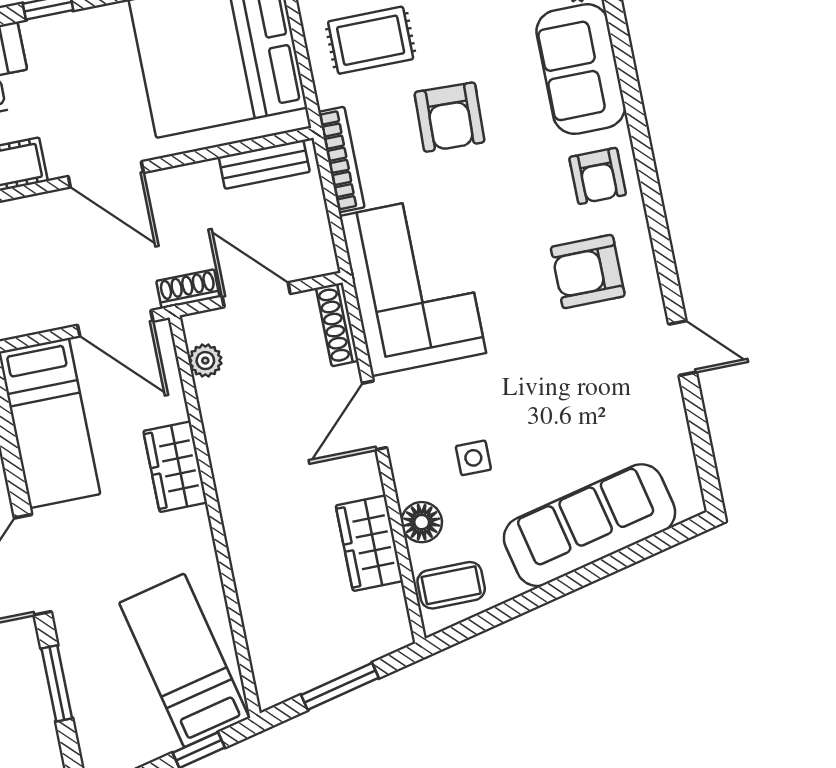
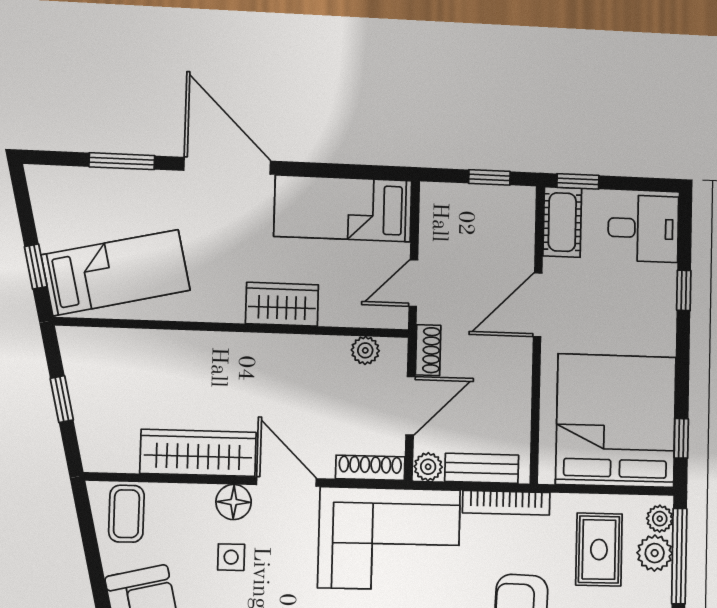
bench: (264, 164) -> (482, 468), moved, turned 90
plant: (321, 259) -> (428, 467), added
door: (115, 323) -> (413, 283), width x0.73
floor lamp: (422, 522) -> (234, 502), moved
wardrobe: (369, 543) -> (198, 453), width x1.50
window: (340, 686) -> (62, 399), width x0.67

